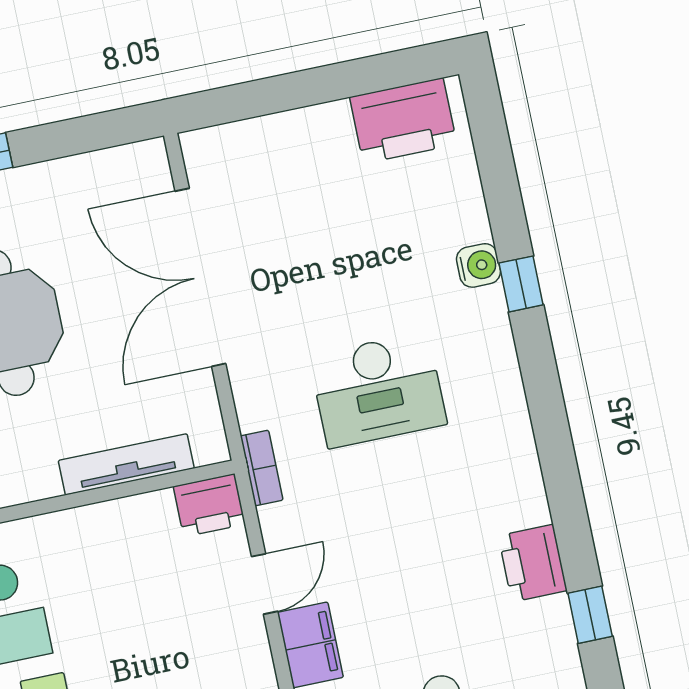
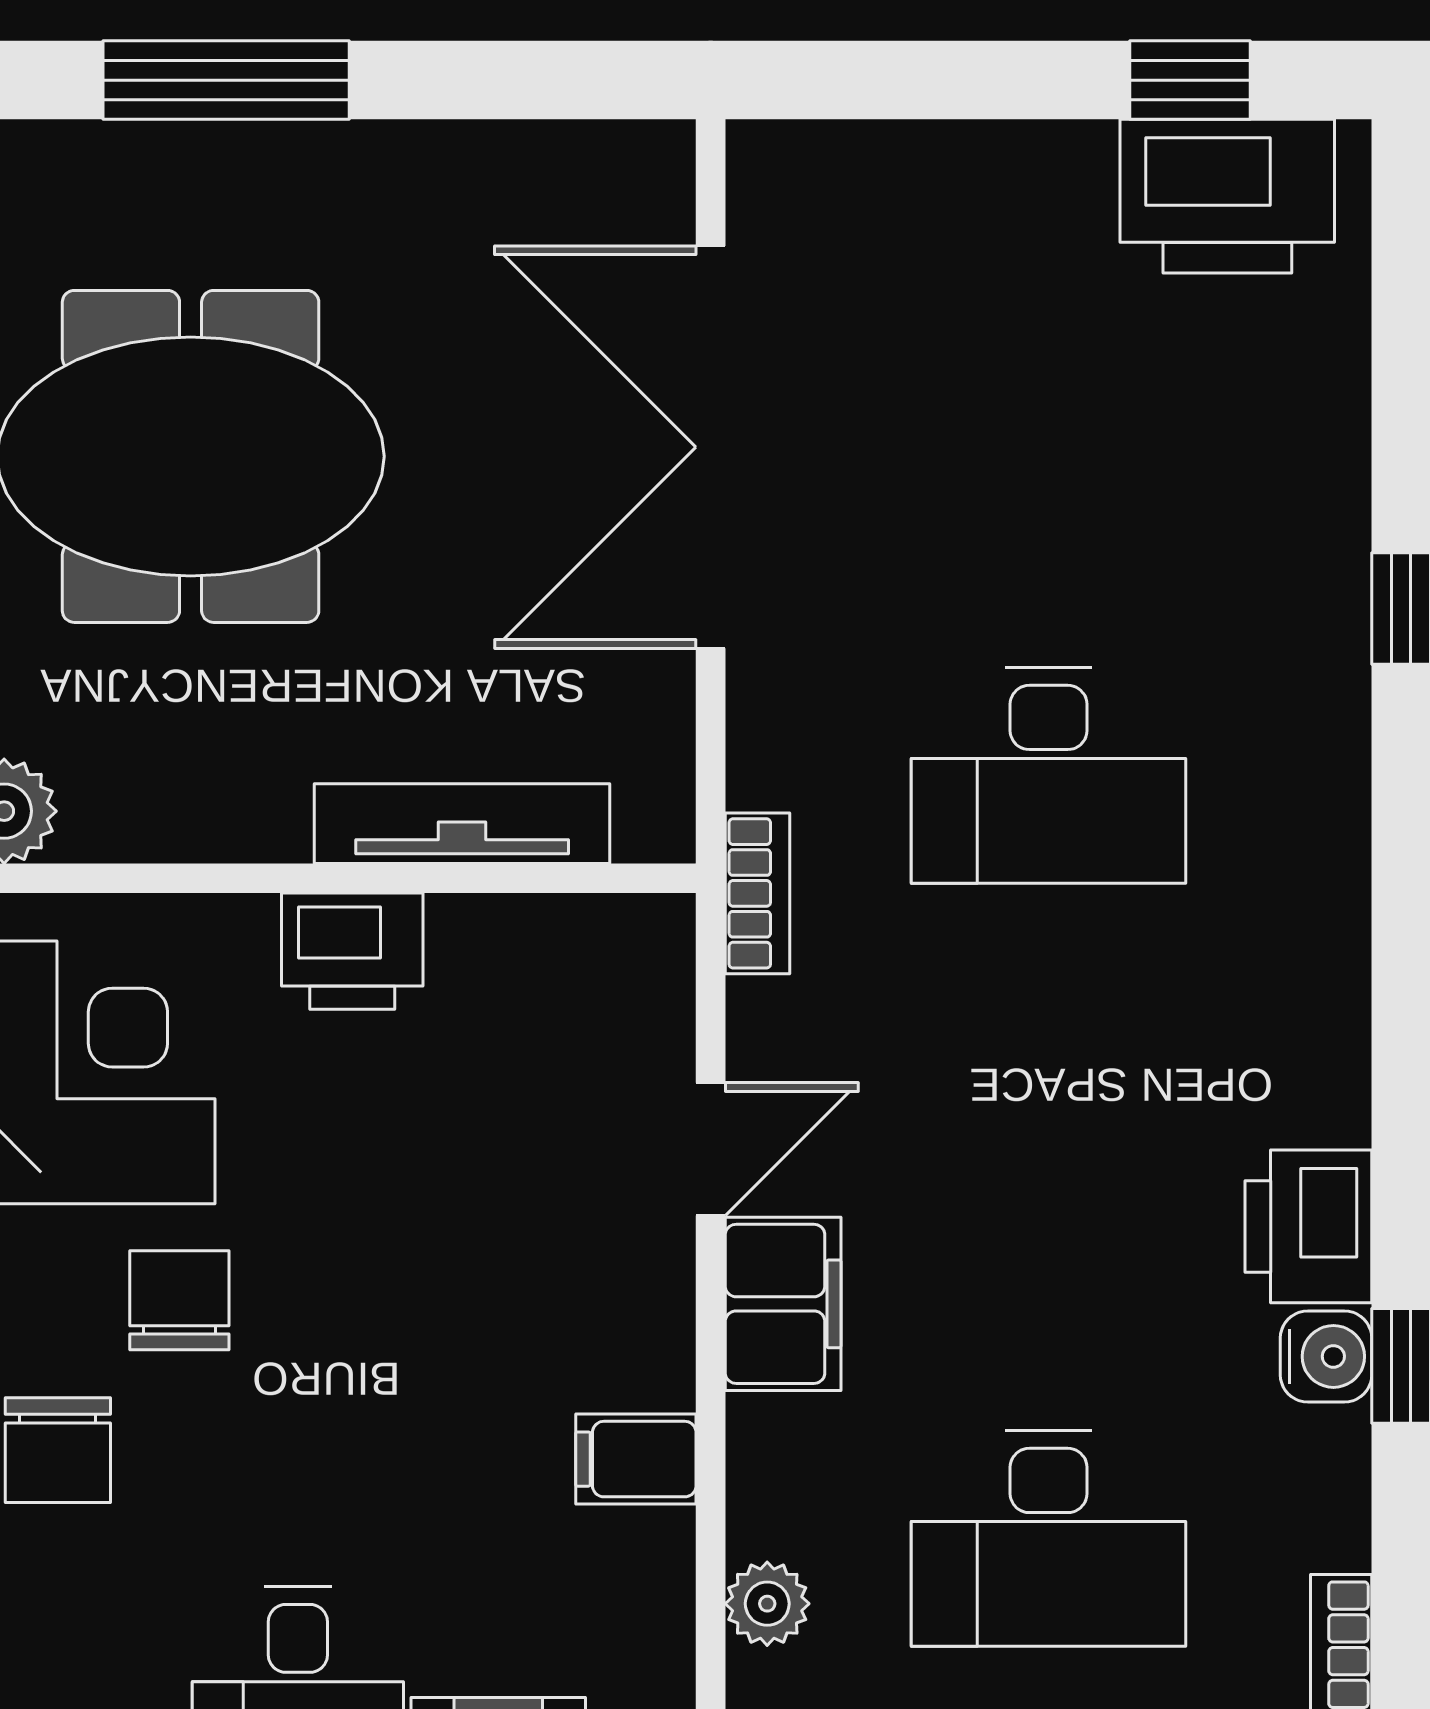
window: (376, 73) -> (1190, 80), added
water cooler: (478, 265) -> (1326, 1356), moved
printer: (209, 505) -> (352, 951), moved

